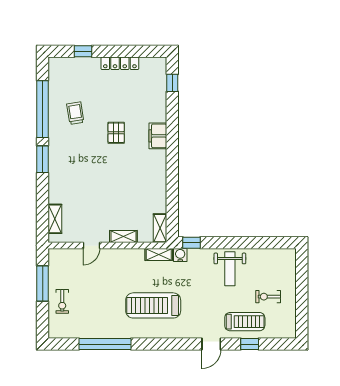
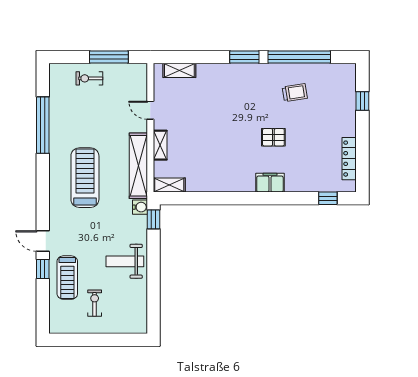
locker: (120, 63) -> (349, 159), moved
shelving: (159, 254) -> (138, 166), width x2.20, depth x1.33
window: (250, 344) -> (43, 269), moved

